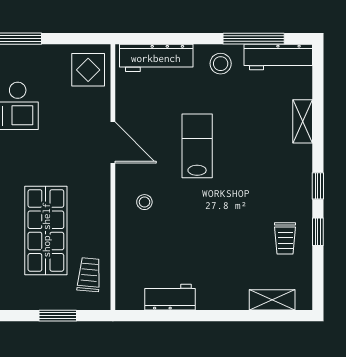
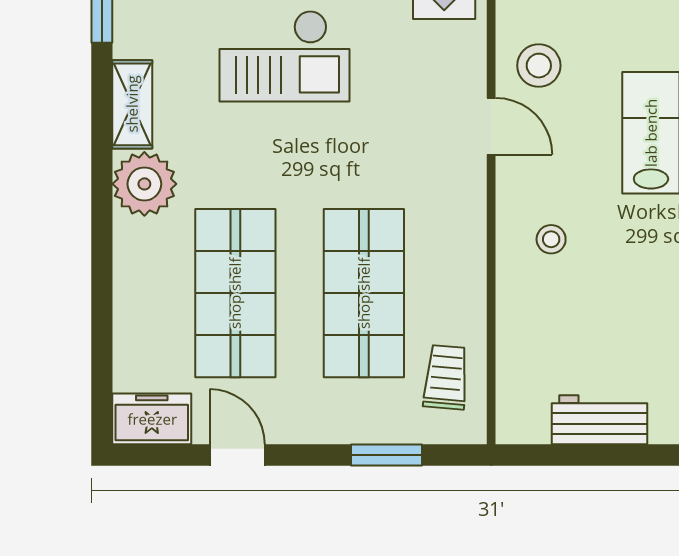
stool: (138, 111) -> (539, 66), added
door: (113, 142) -> (491, 126), width x0.73

